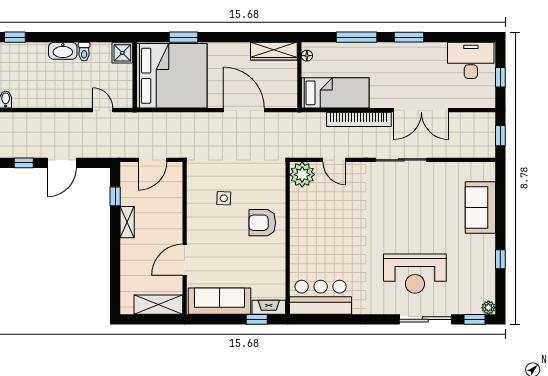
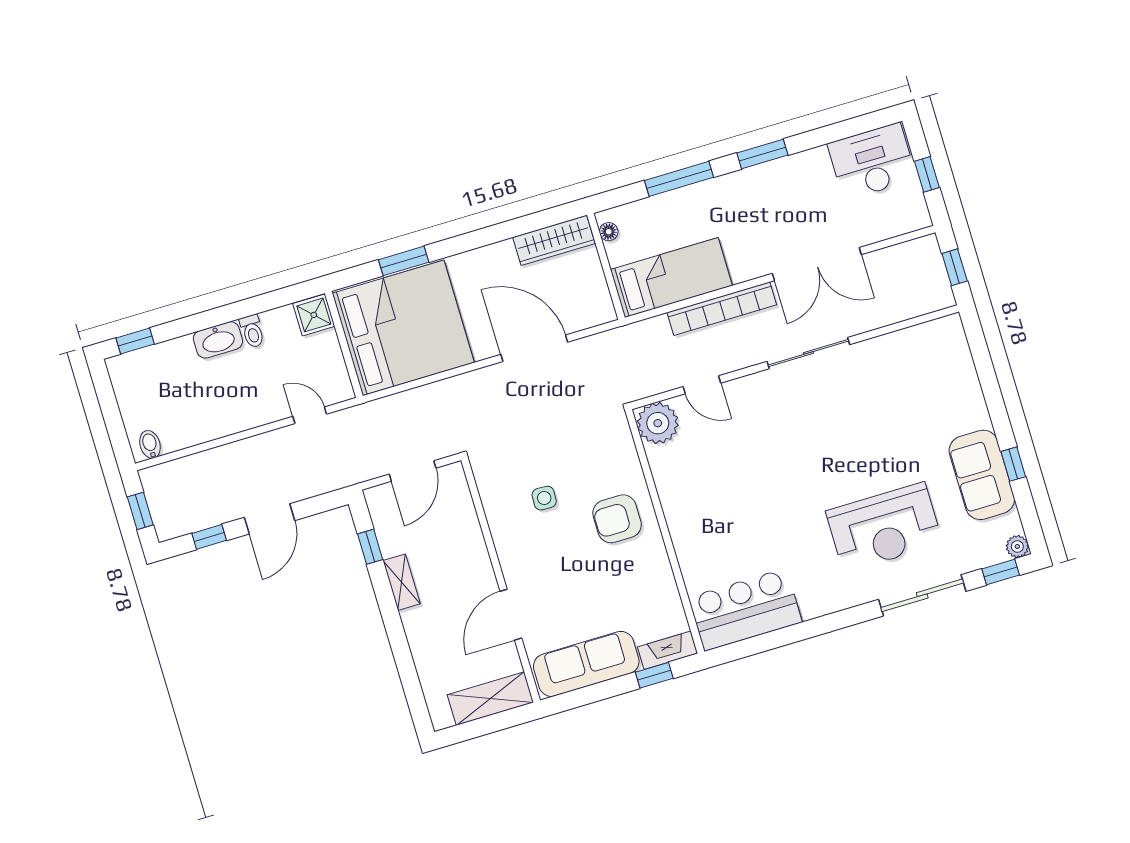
sofa: (480, 207) -> (982, 475), moved

